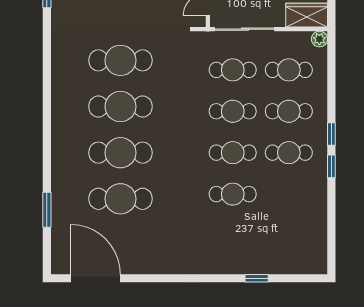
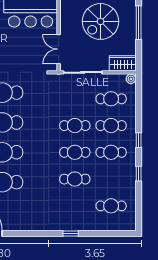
cafe table: (233, 70) -> (111, 206), moved
window: (331, 166) -> (139, 174), moved
window: (257, 278) -> (71, 234), moved

